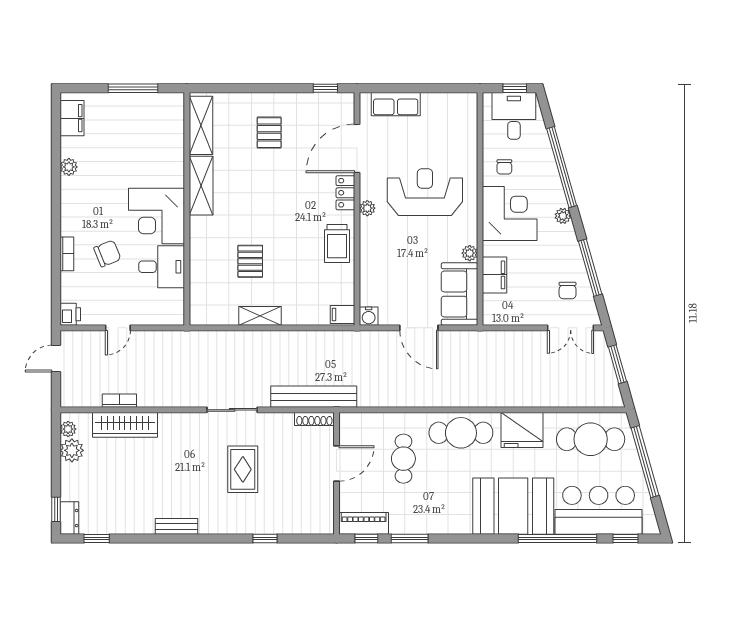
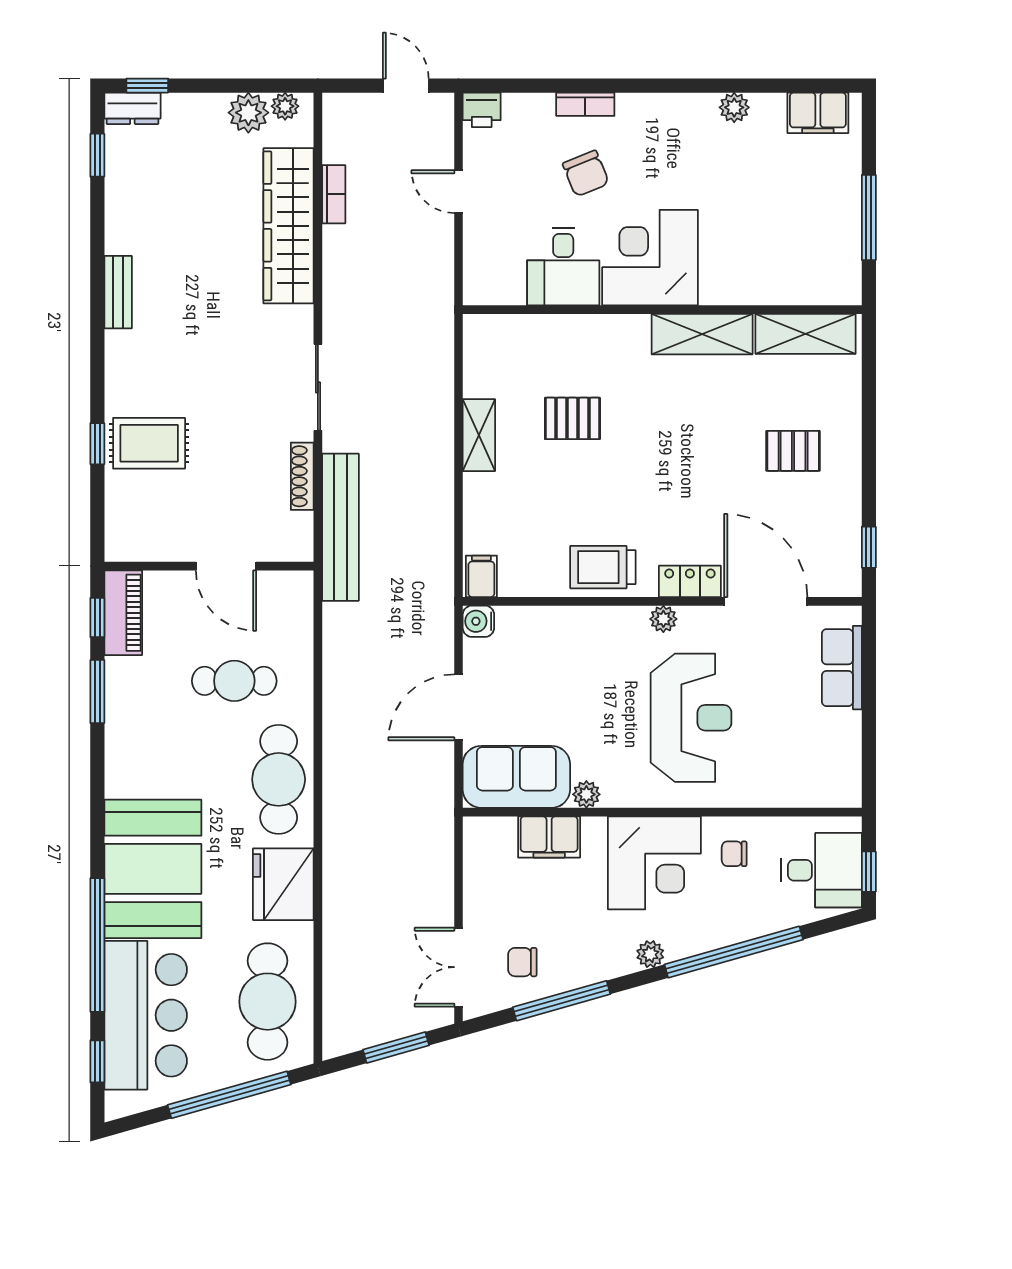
shoe rack: (314, 419) -> (302, 476), moved
wardrobe: (125, 425) -> (289, 226), width x1.40, depth x1.17
rug: (243, 469) -> (149, 443), moved

